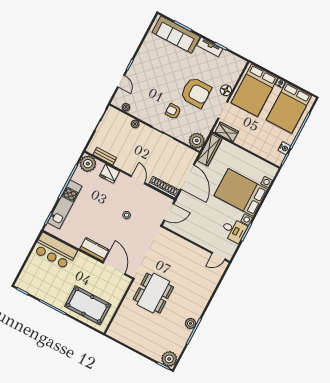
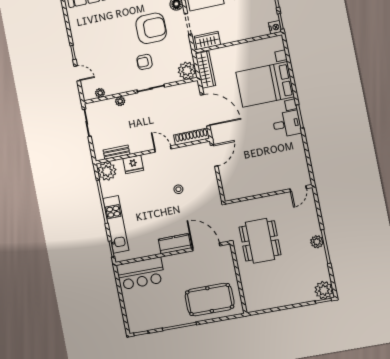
nightstand: (284, 148) -> (275, 27), moved
wall: (196, 244) -> (268, 194), moved
door: (219, 256) -> (298, 189), moved

